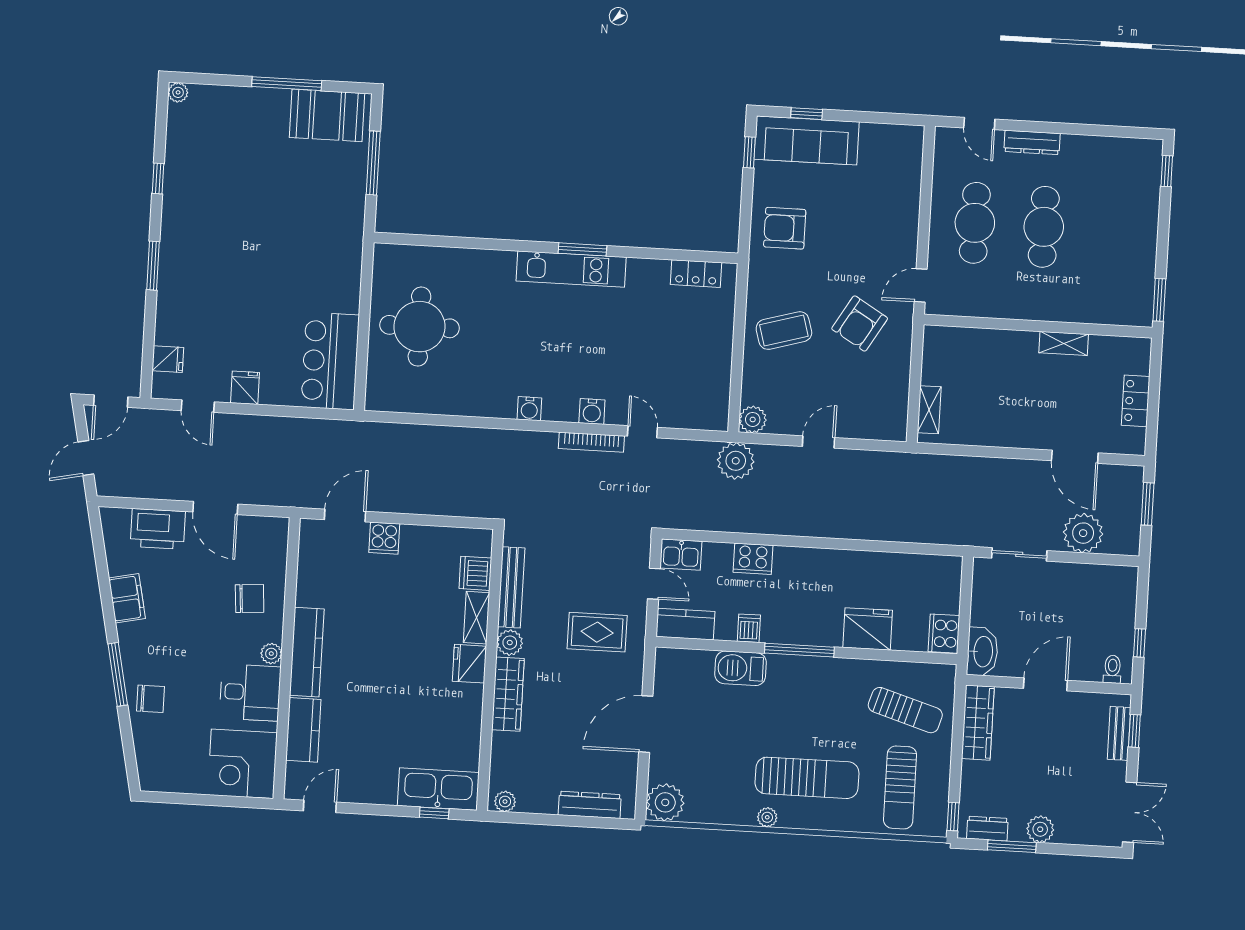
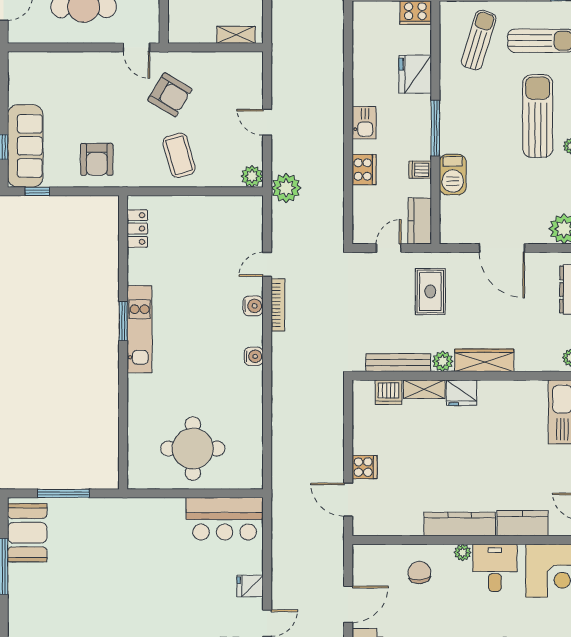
kitchen sink: (681, 555) -> (364, 123), moved

